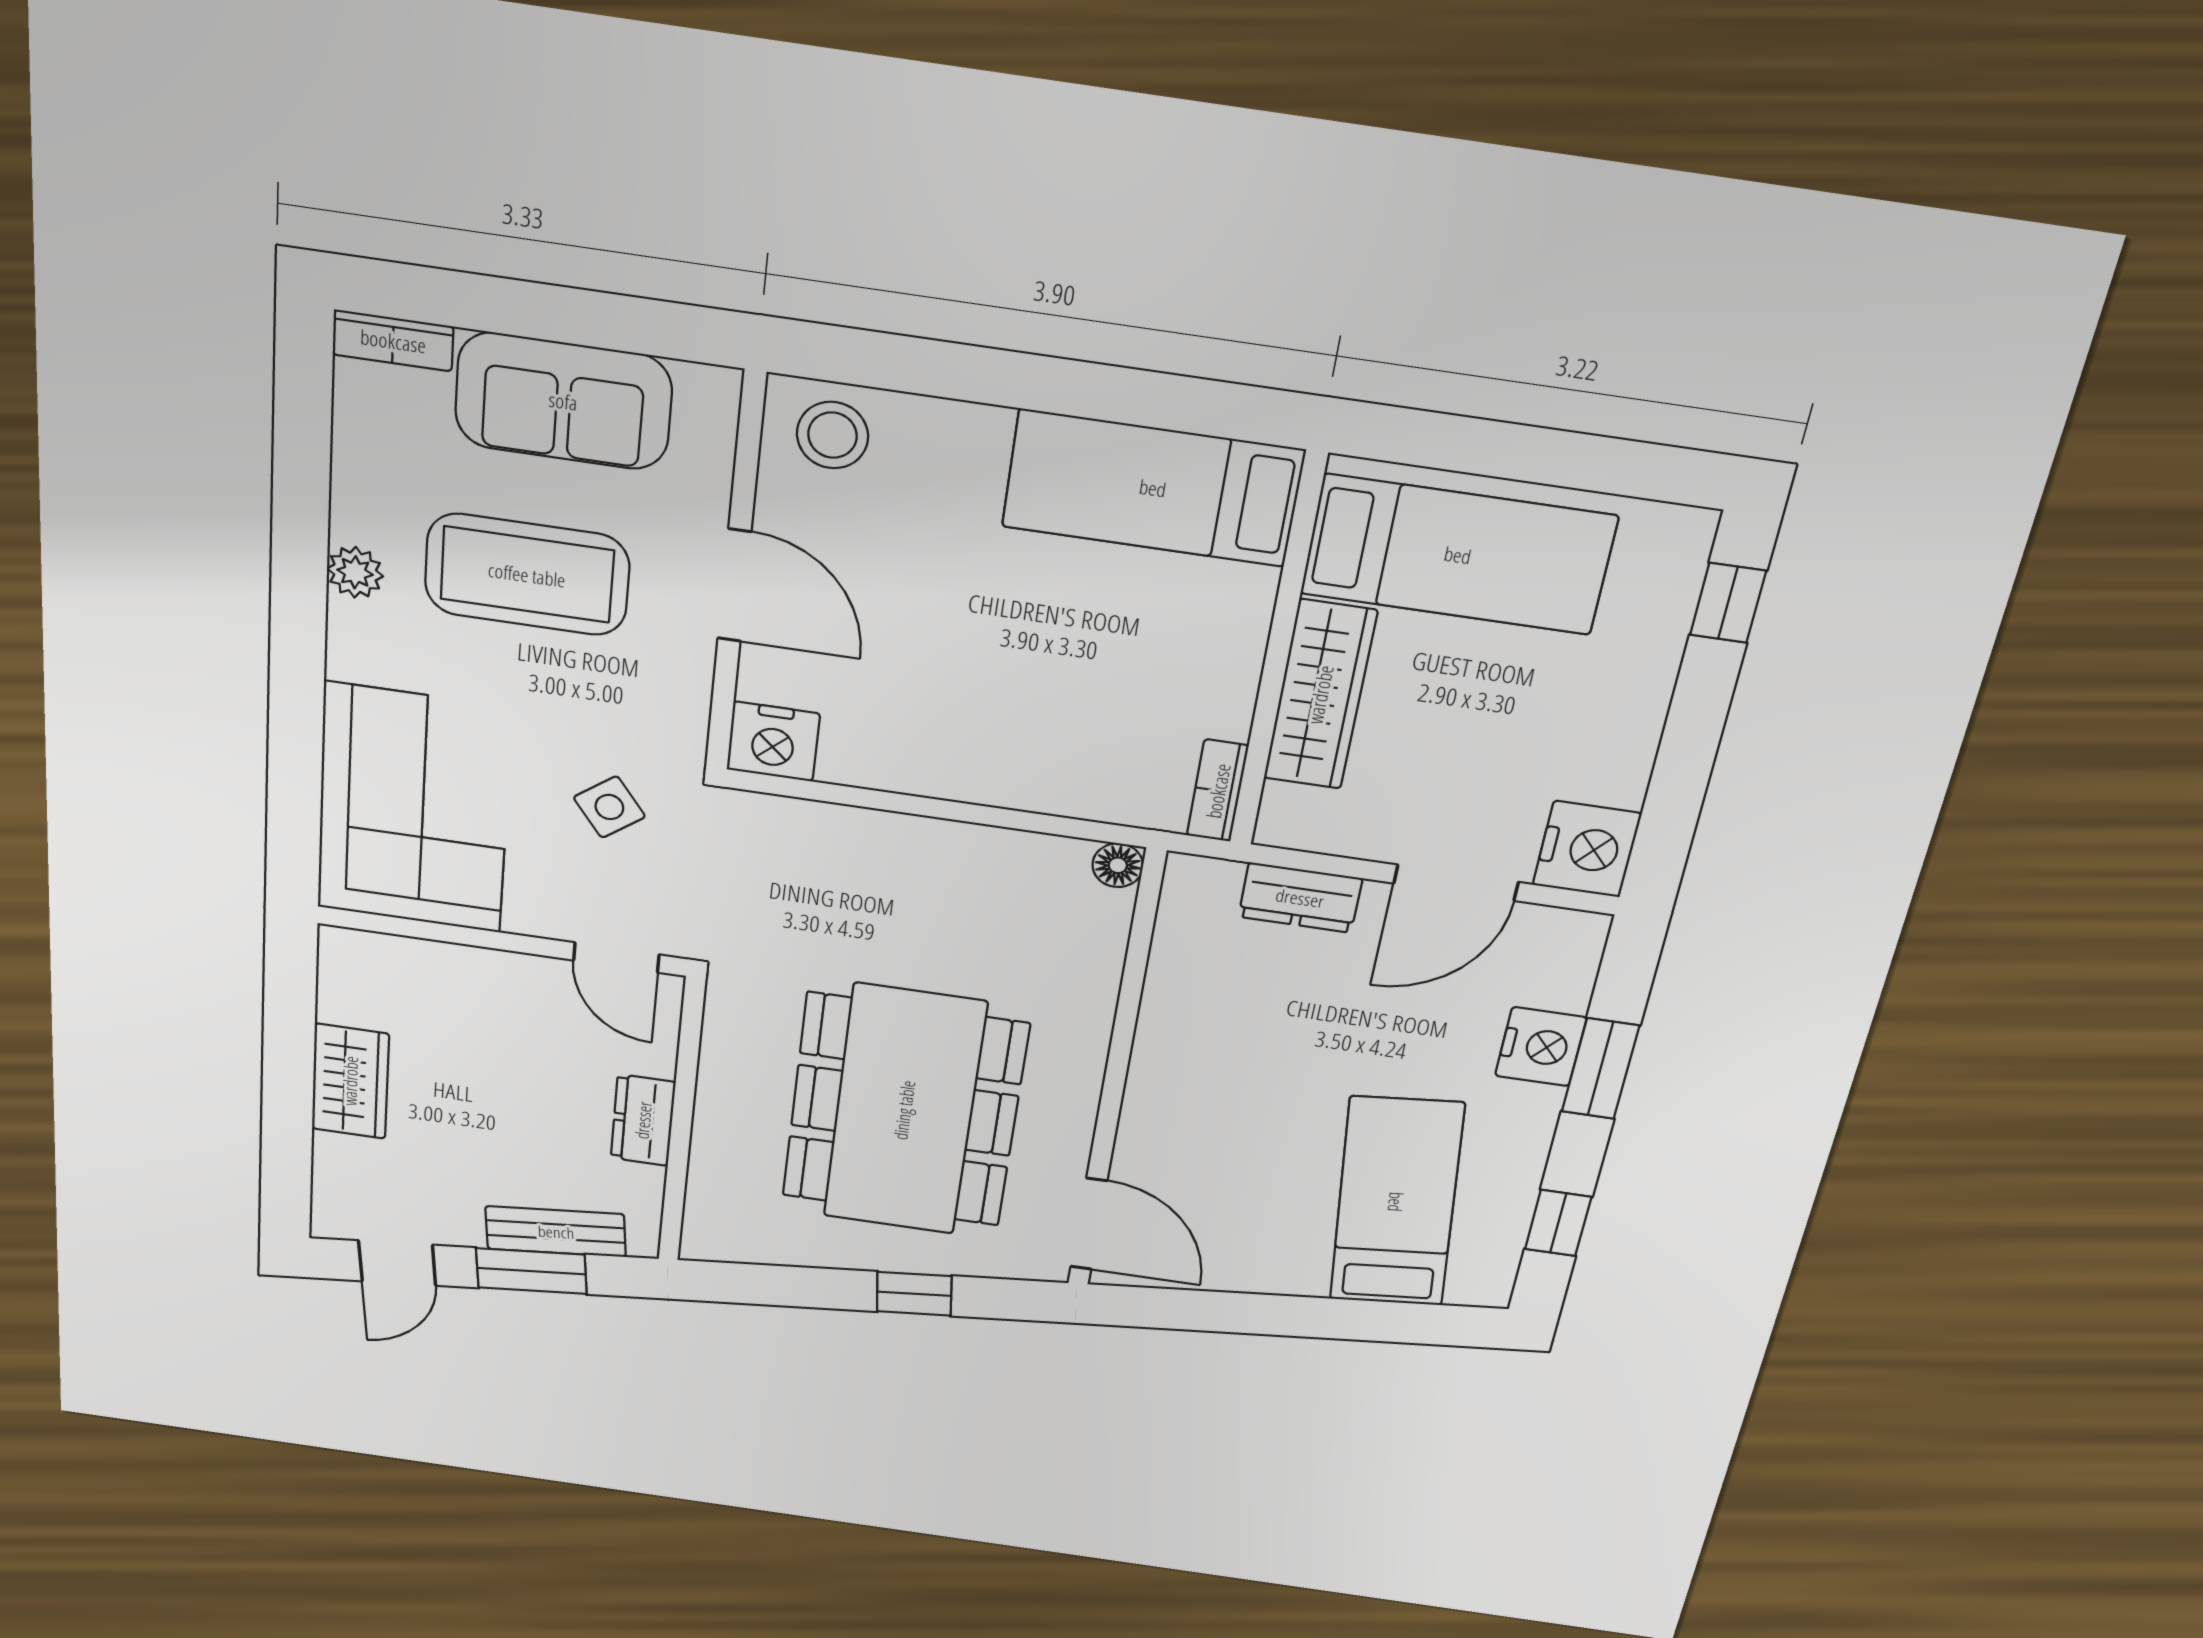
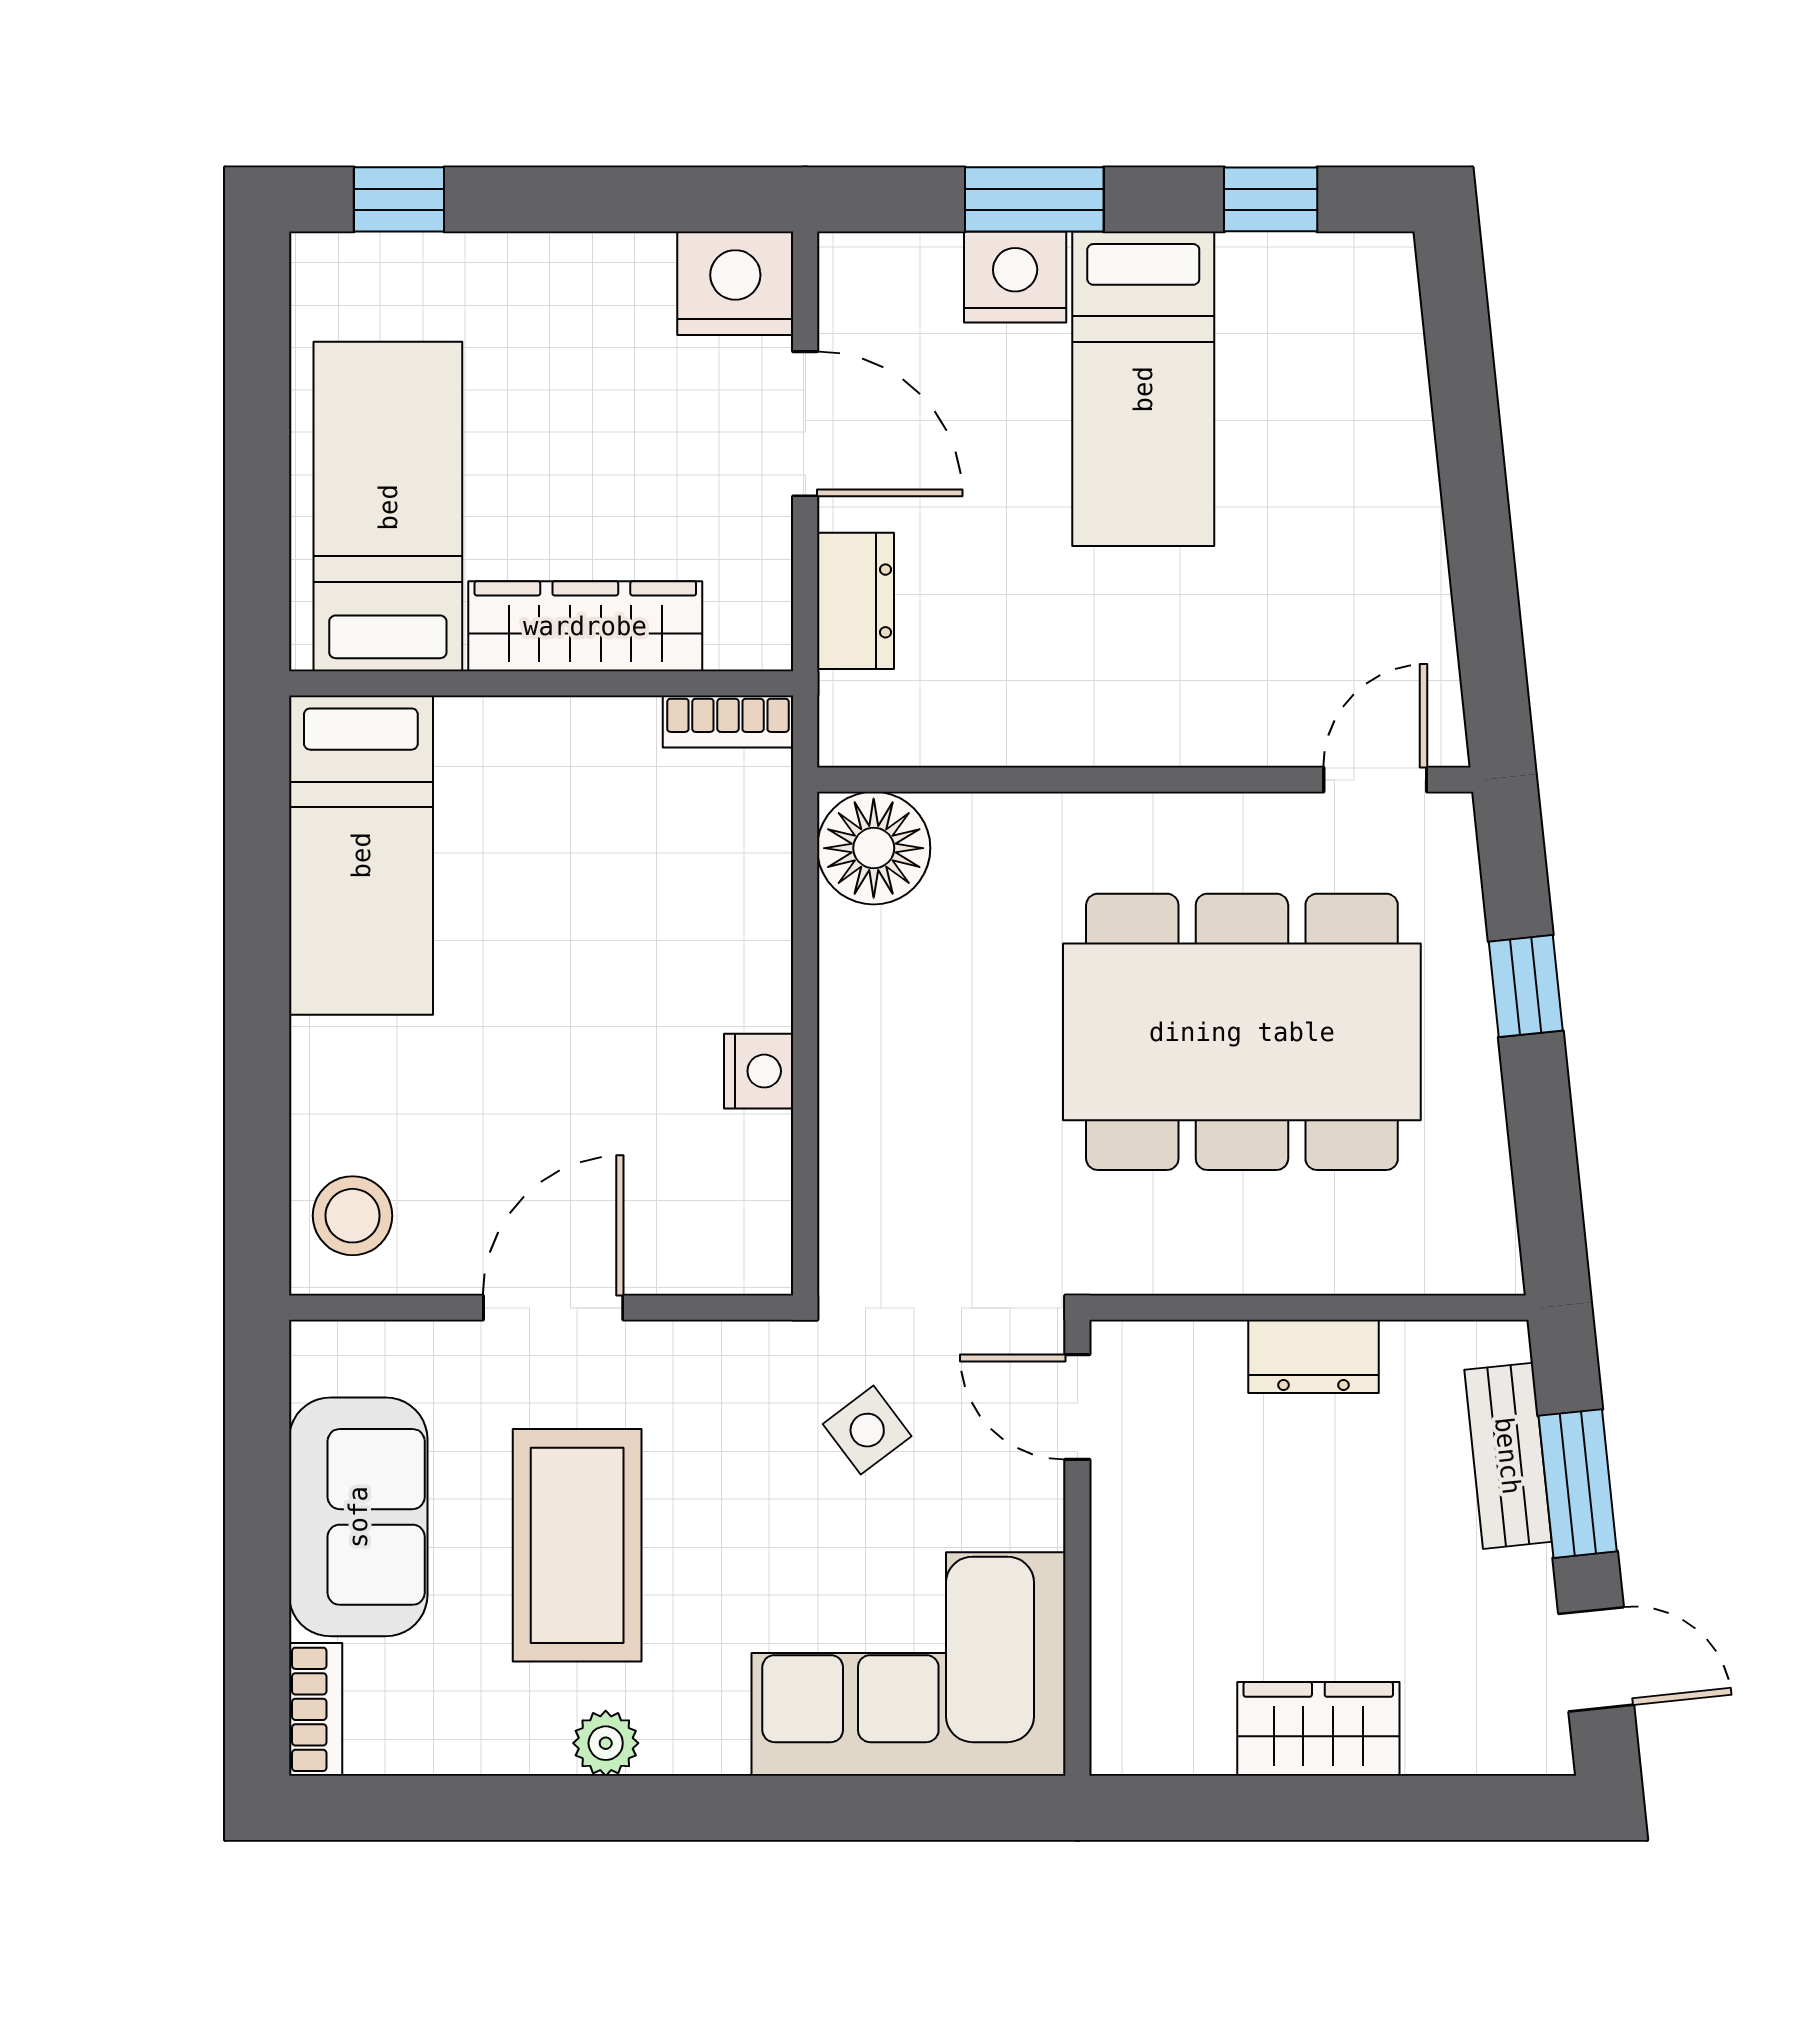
nightstand: (773, 741) -> (759, 1071), moved, width x0.74, depth x0.75
floor lamp: (1118, 865) -> (874, 848), width x1.89, depth x1.89
door: (616, 958) -> (1077, 1407), swing flipped
bed: (1396, 1202) -> (1143, 389), moved, turned -84
door: (1089, 1224) -> (1375, 780), width x0.73

